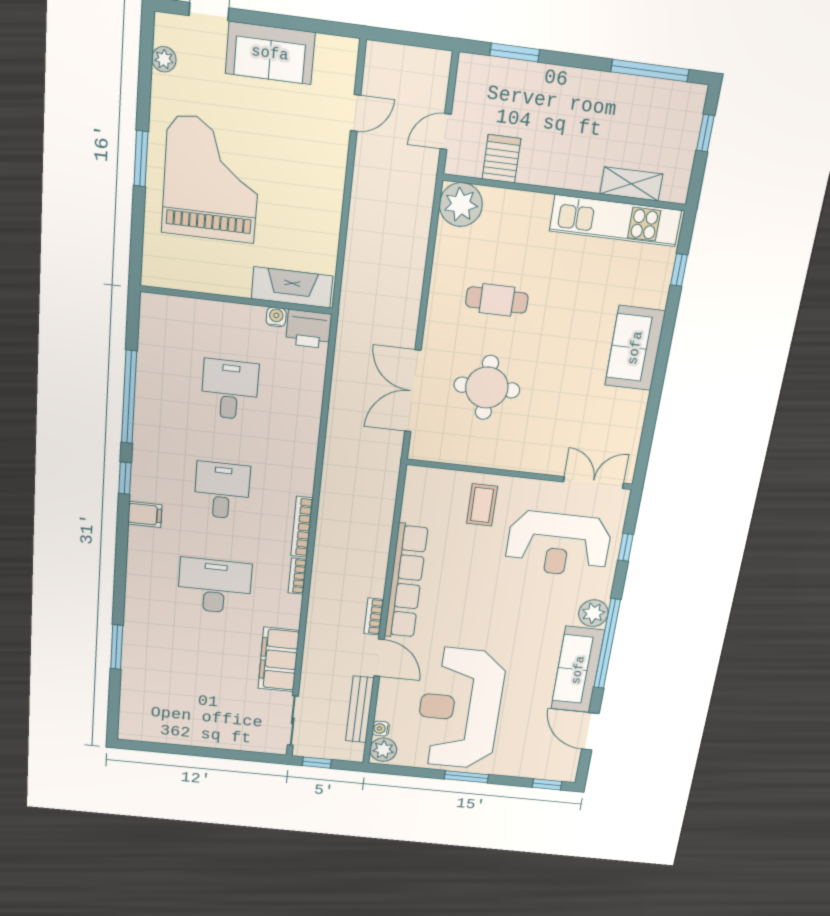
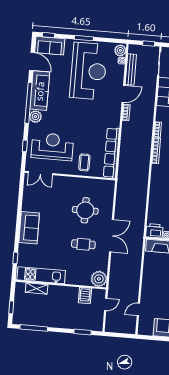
double door: (413, 391) -> (111, 236), moved
row of seats: (406, 582) -> (111, 153), moved
door: (379, 658) -> (123, 94), swing flipped
sofa: (546, 763) -> (50, 46), added

